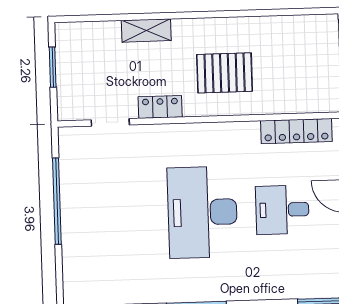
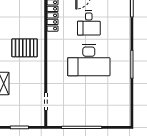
pallet: (225, 73) -> (25, 48), turned 90
locker: (160, 107) -> (39, 78), removed

